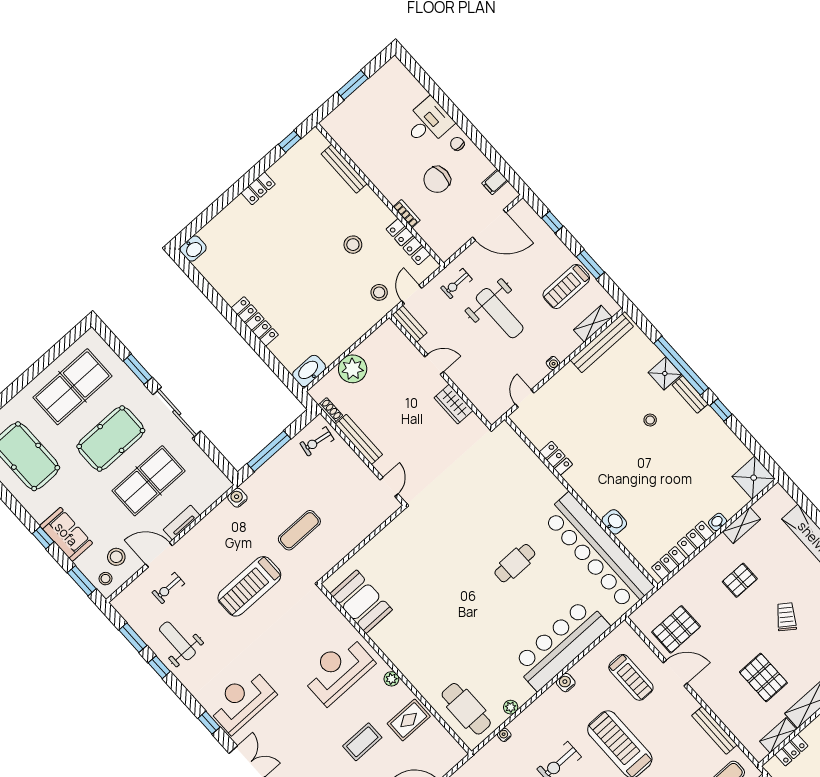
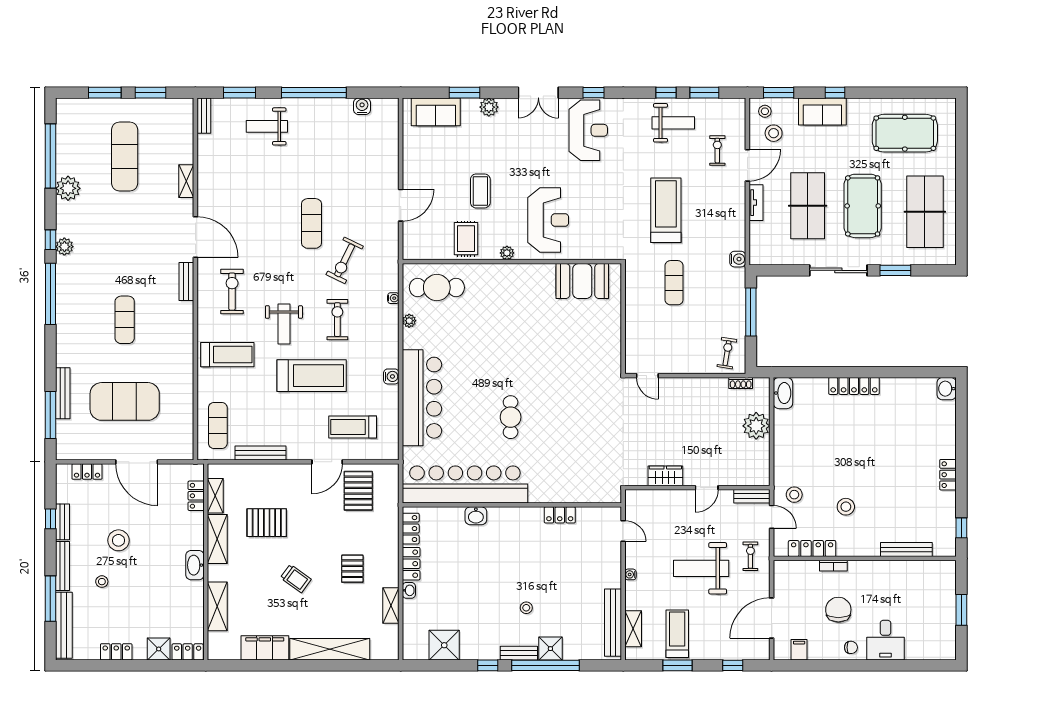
bench: (359, 439) -> (701, 385), removed
shower: (754, 478) -> (444, 645), moved

